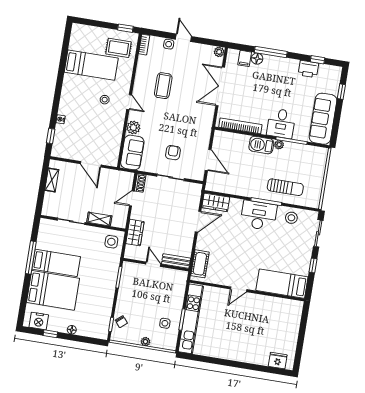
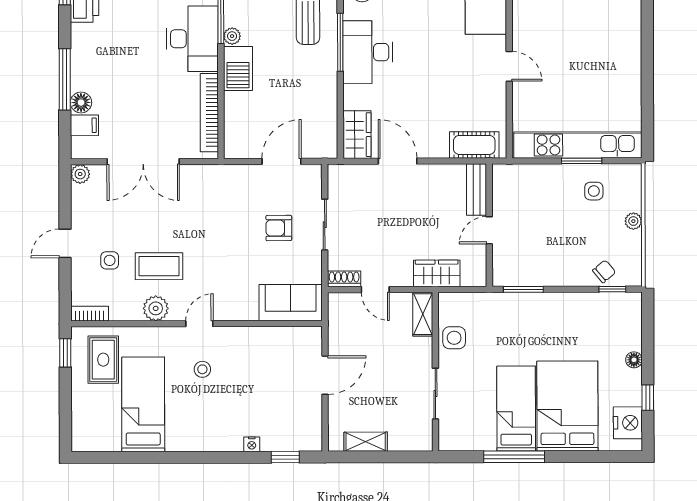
side table: (169, 44) -> (110, 260), moved
desk: (281, 123) -> (192, 39), width x1.37
plant: (133, 127) -> (156, 308), moved
shelving: (99, 219) -> (423, 314), moved
side table: (111, 242) -> (454, 338), moved

